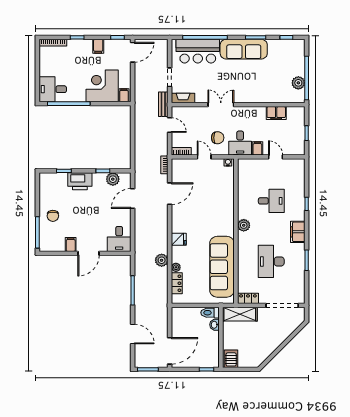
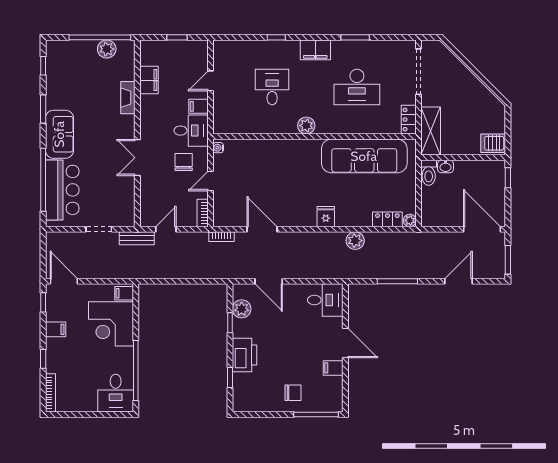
sofa: (244, 49) -> (59, 134), width x0.73
fireplace: (183, 98) -> (128, 98), moved
plant: (176, 267) -> (410, 220), moved

